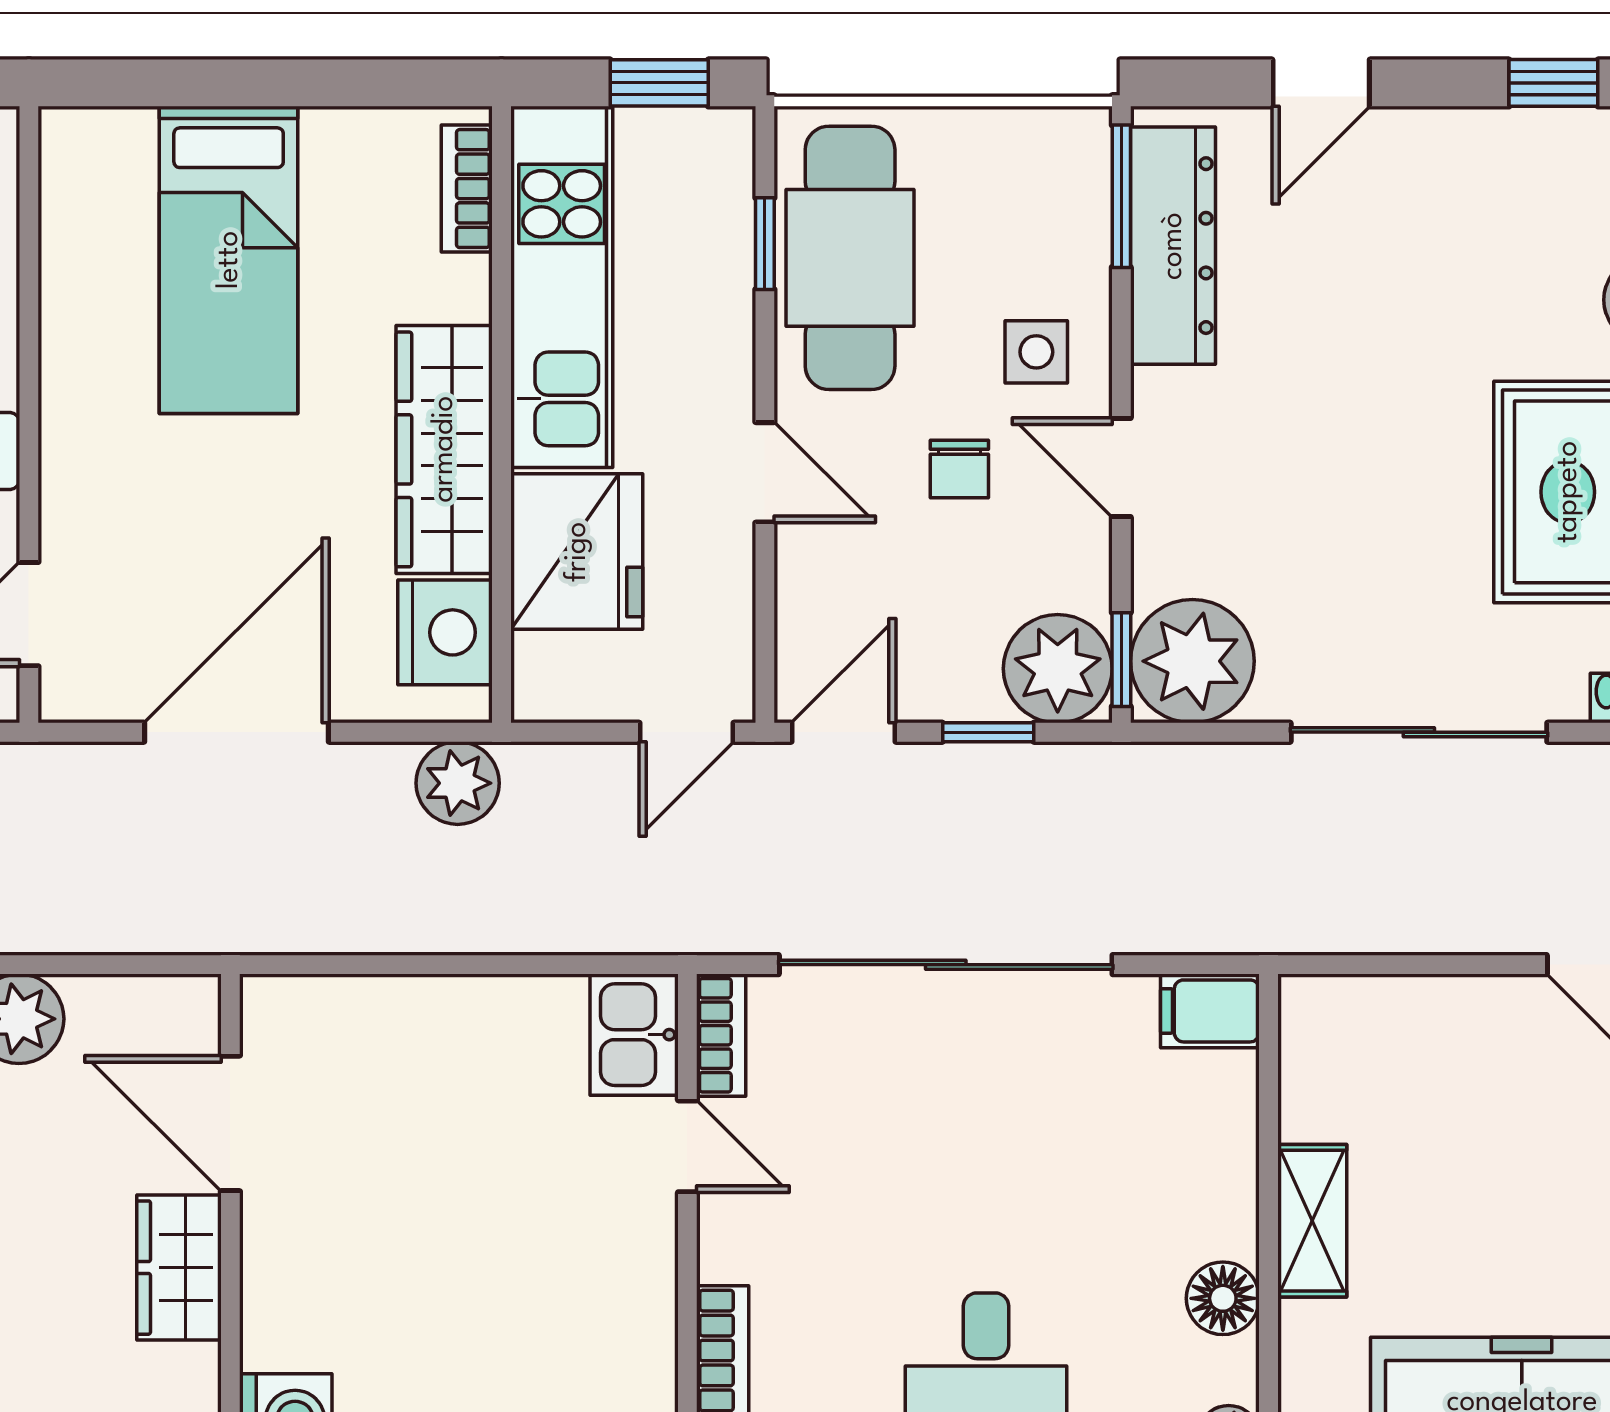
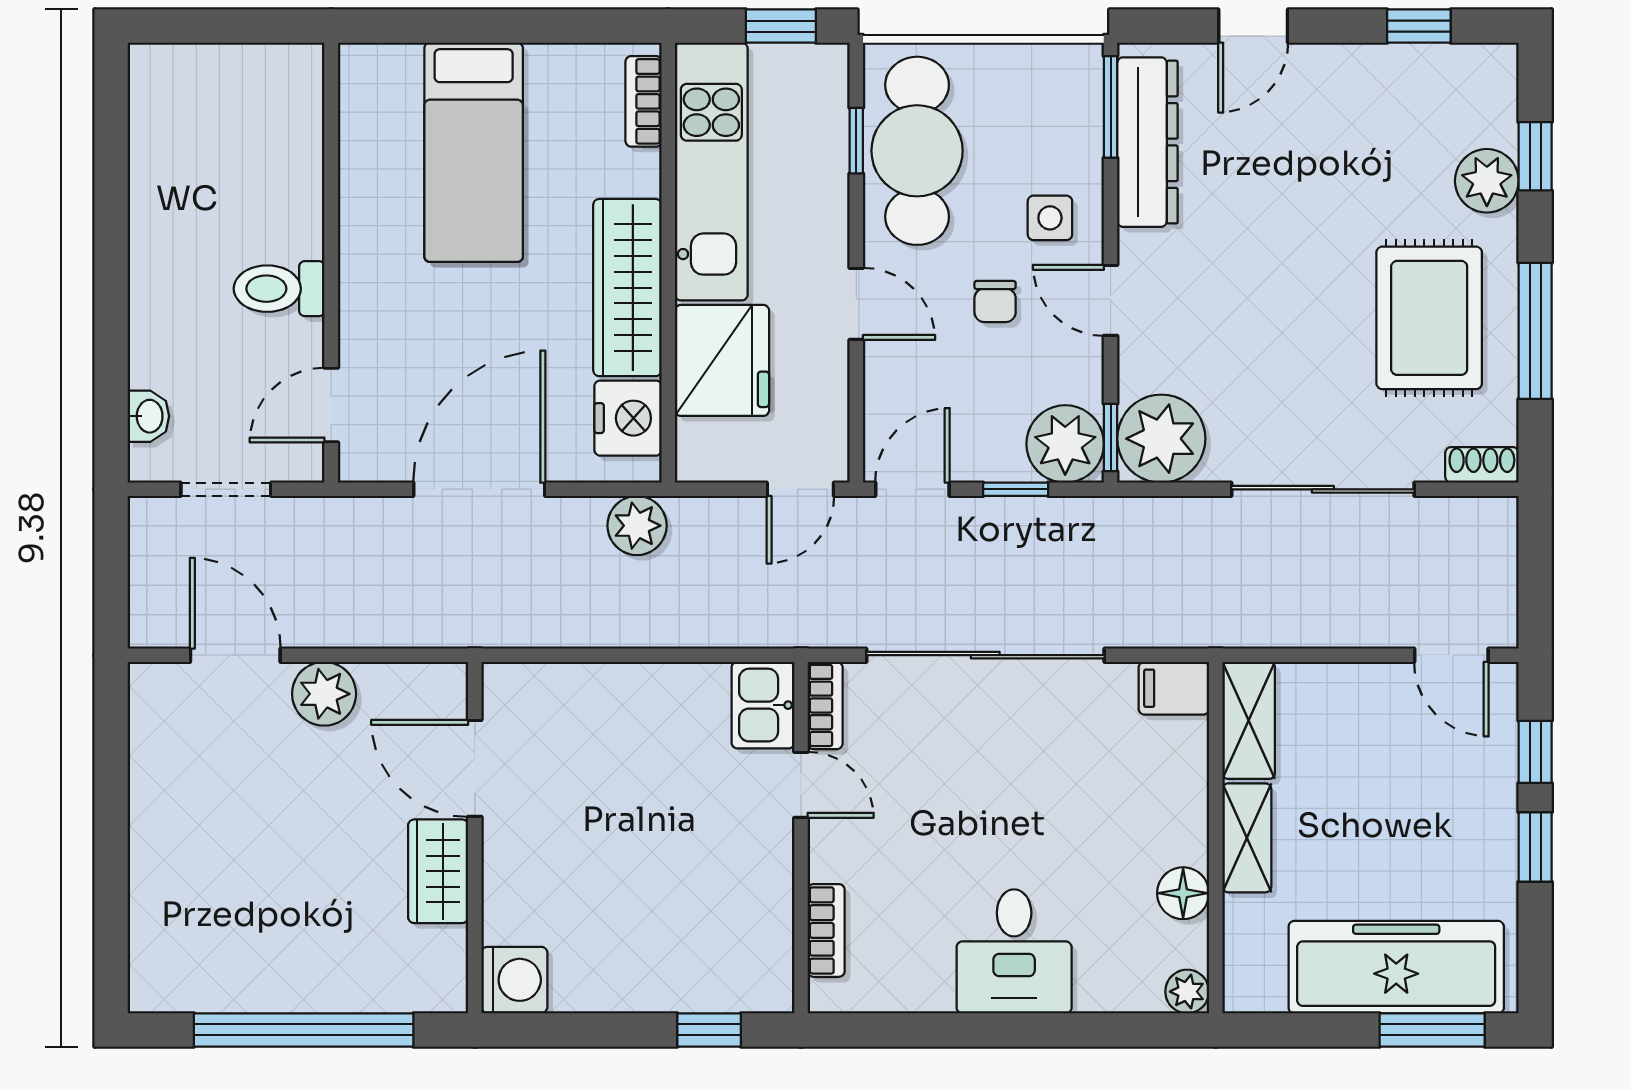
shelving: (1315, 1056) -> (1249, 720), added

